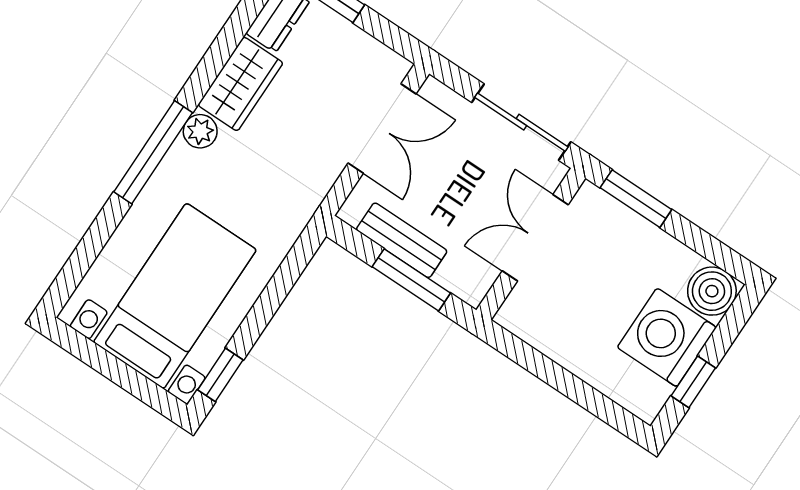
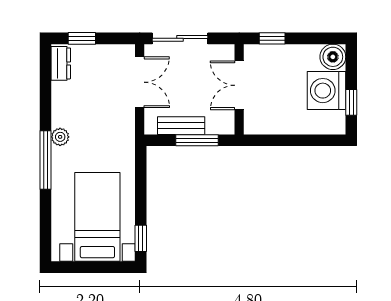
wardrobe: (240, 84) -> (64, 104), removed
sliding door: (521, 122) -> (180, 38), moved
window: (636, 199) -> (272, 38), width x0.67

